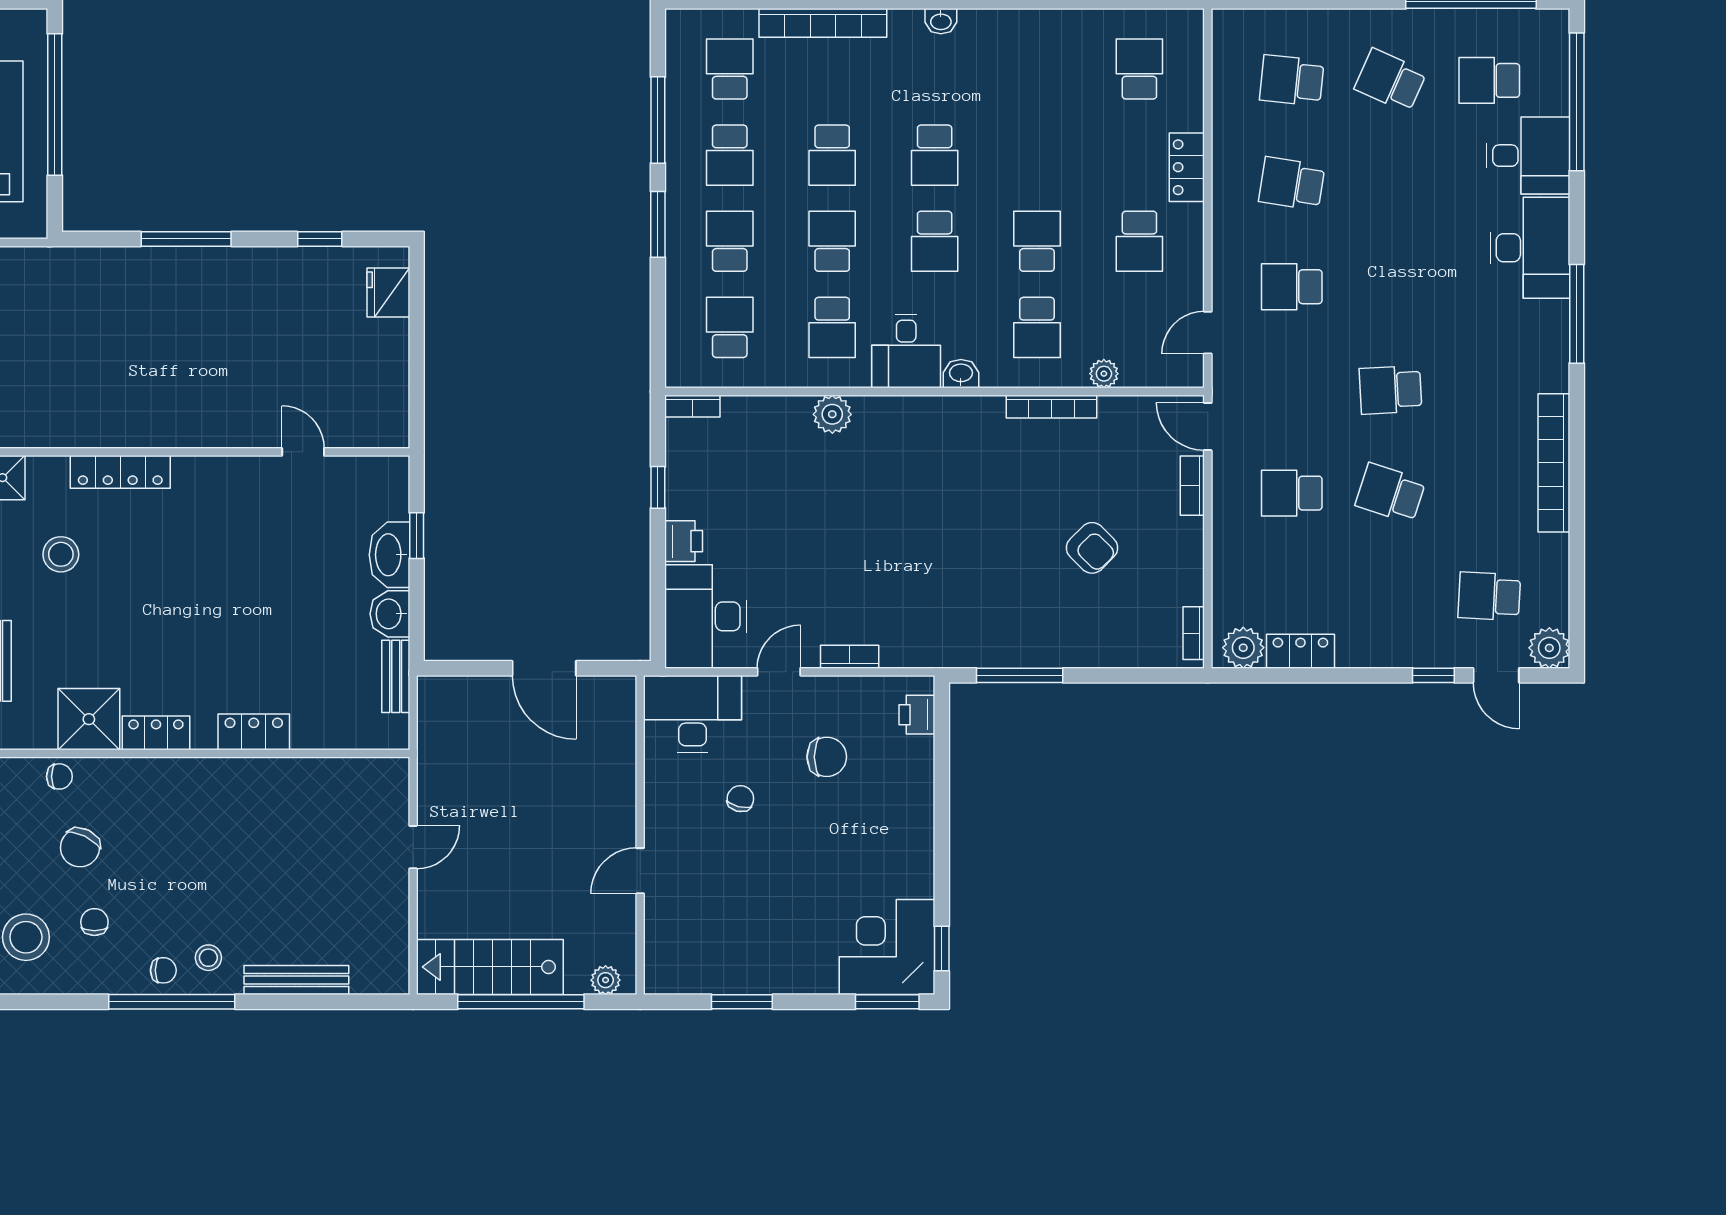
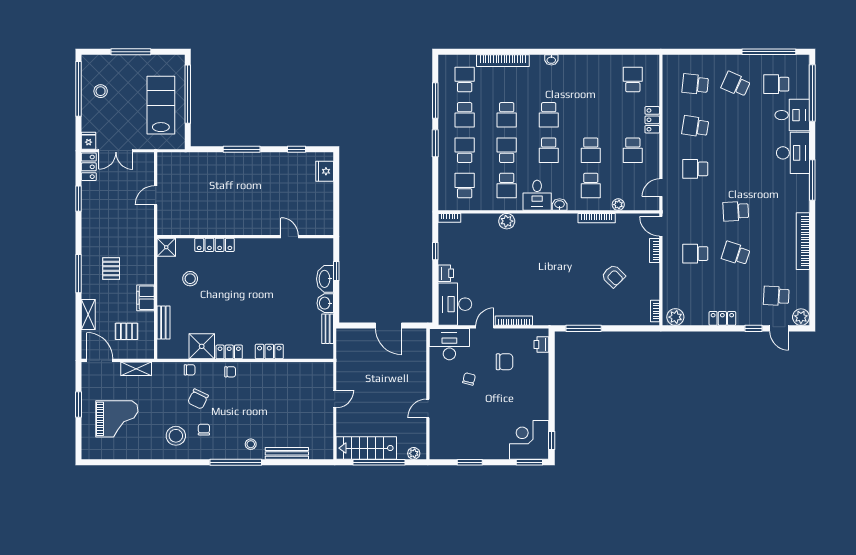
school desk: (1037, 241) -> (591, 150), turned 180
locker: (1300, 651) -> (722, 318), moved
bookcase: (850, 657) -> (514, 321), width x1.56
chair: (163, 970) -> (230, 372), moved

